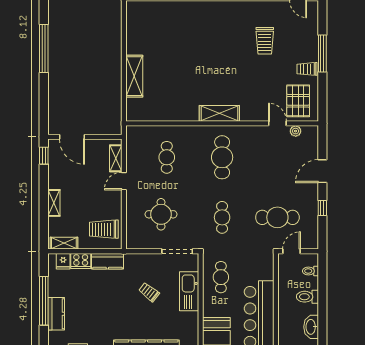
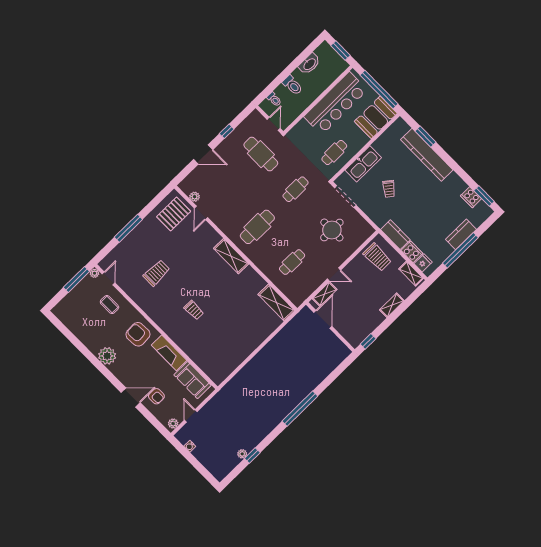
trolley: (307, 69) -> (194, 310), moved
shelving: (134, 76) -> (276, 303), moved, turned 90
door: (72, 137) -> (323, 319), moved
door: (291, 251) -> (274, 124), swing flipped

